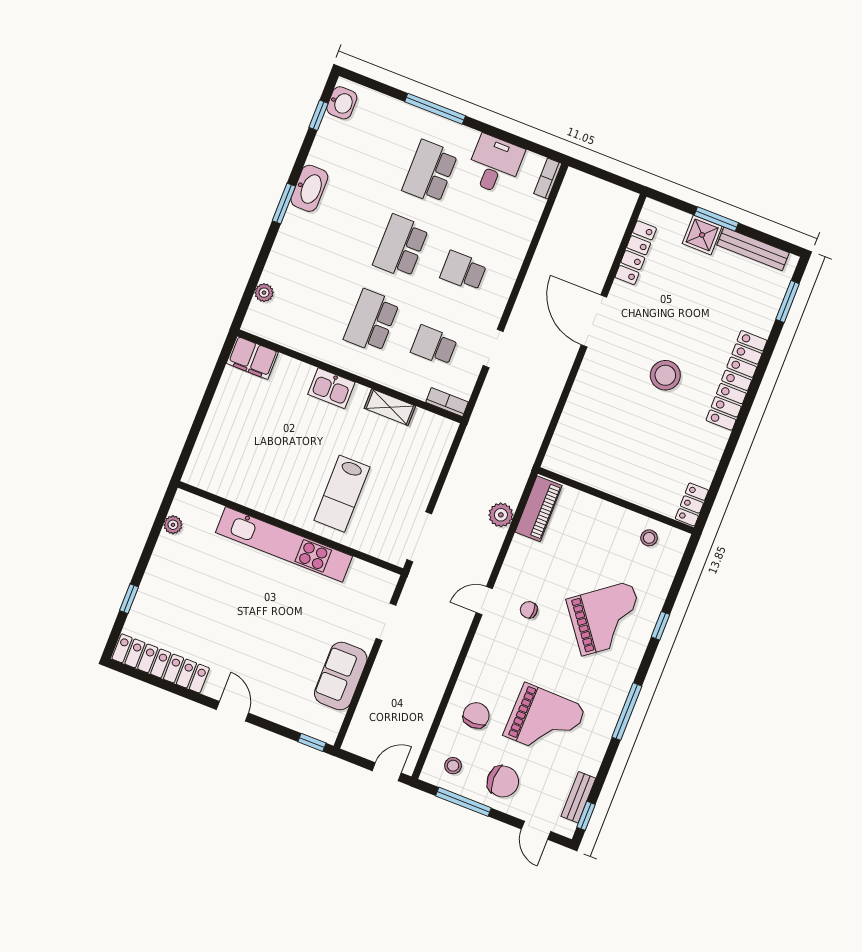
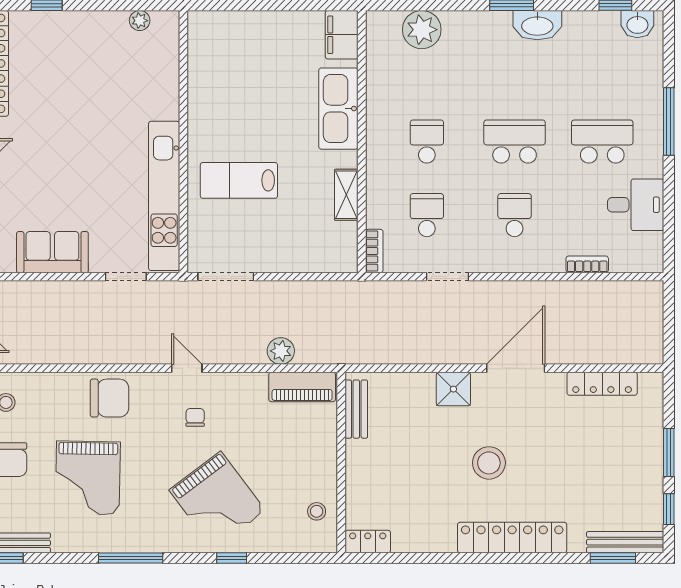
bookcase: (548, 179) -> (587, 264), moved
shower: (702, 235) -> (453, 389), moved
window: (764, 238) -> (669, 509), added
bench: (753, 249) -> (625, 542), moved, turned 90
plant: (264, 293) -> (422, 30), width x1.88, depth x1.88
school desk: (372, 321) -> (427, 142), width x0.54
kitchen sink: (331, 388) -> (338, 109), width x1.88, depth x1.24
bench: (575, 470) -> (356, 409), added
kitchen unit: (284, 544) -> (164, 196), moved
chair: (476, 715) -> (110, 398), moved, width x1.37, depth x1.37

